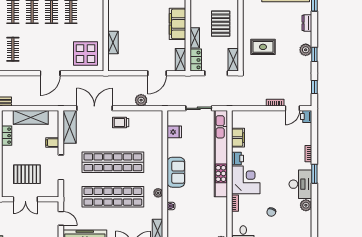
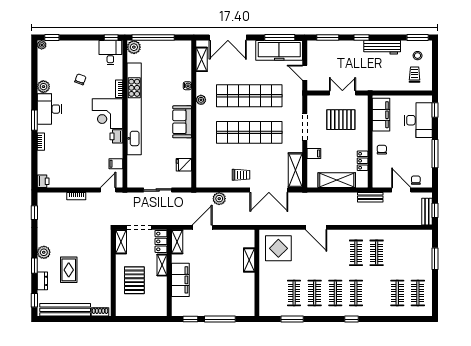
rug: (263, 47) -> (69, 270), moved, turned 90
window: (314, 54) -> (34, 266), moved
door: (50, 73) -> (316, 227), swing flipped
door: (292, 108) -> (108, 190), moved
filing cabinet: (238, 138) -> (116, 164), width x0.50
kitchen unit: (221, 154) -> (134, 109), moved

